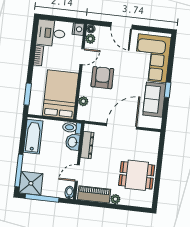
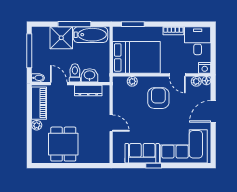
armchair: (102, 78) -> (158, 98), turned -90
door: (122, 126) -> (111, 123), width x0.53
toilet: (72, 128) -> (75, 73), moved
window: (19, 171) -> (74, 24), moved
shower: (31, 183) -> (61, 38), moved

